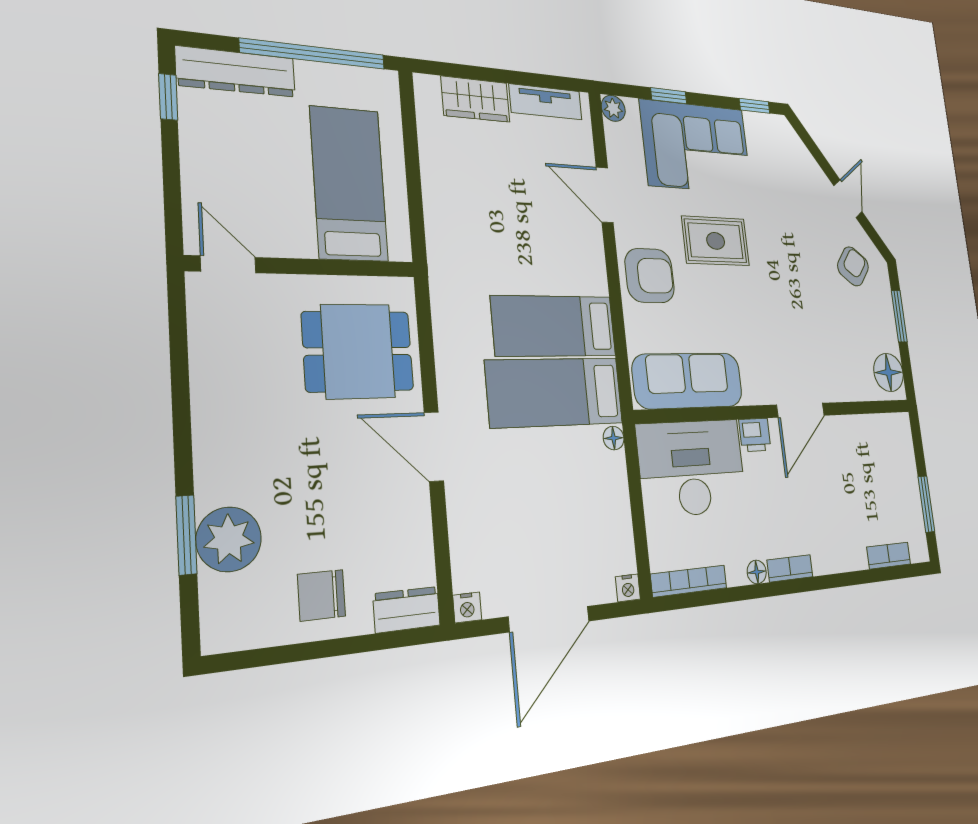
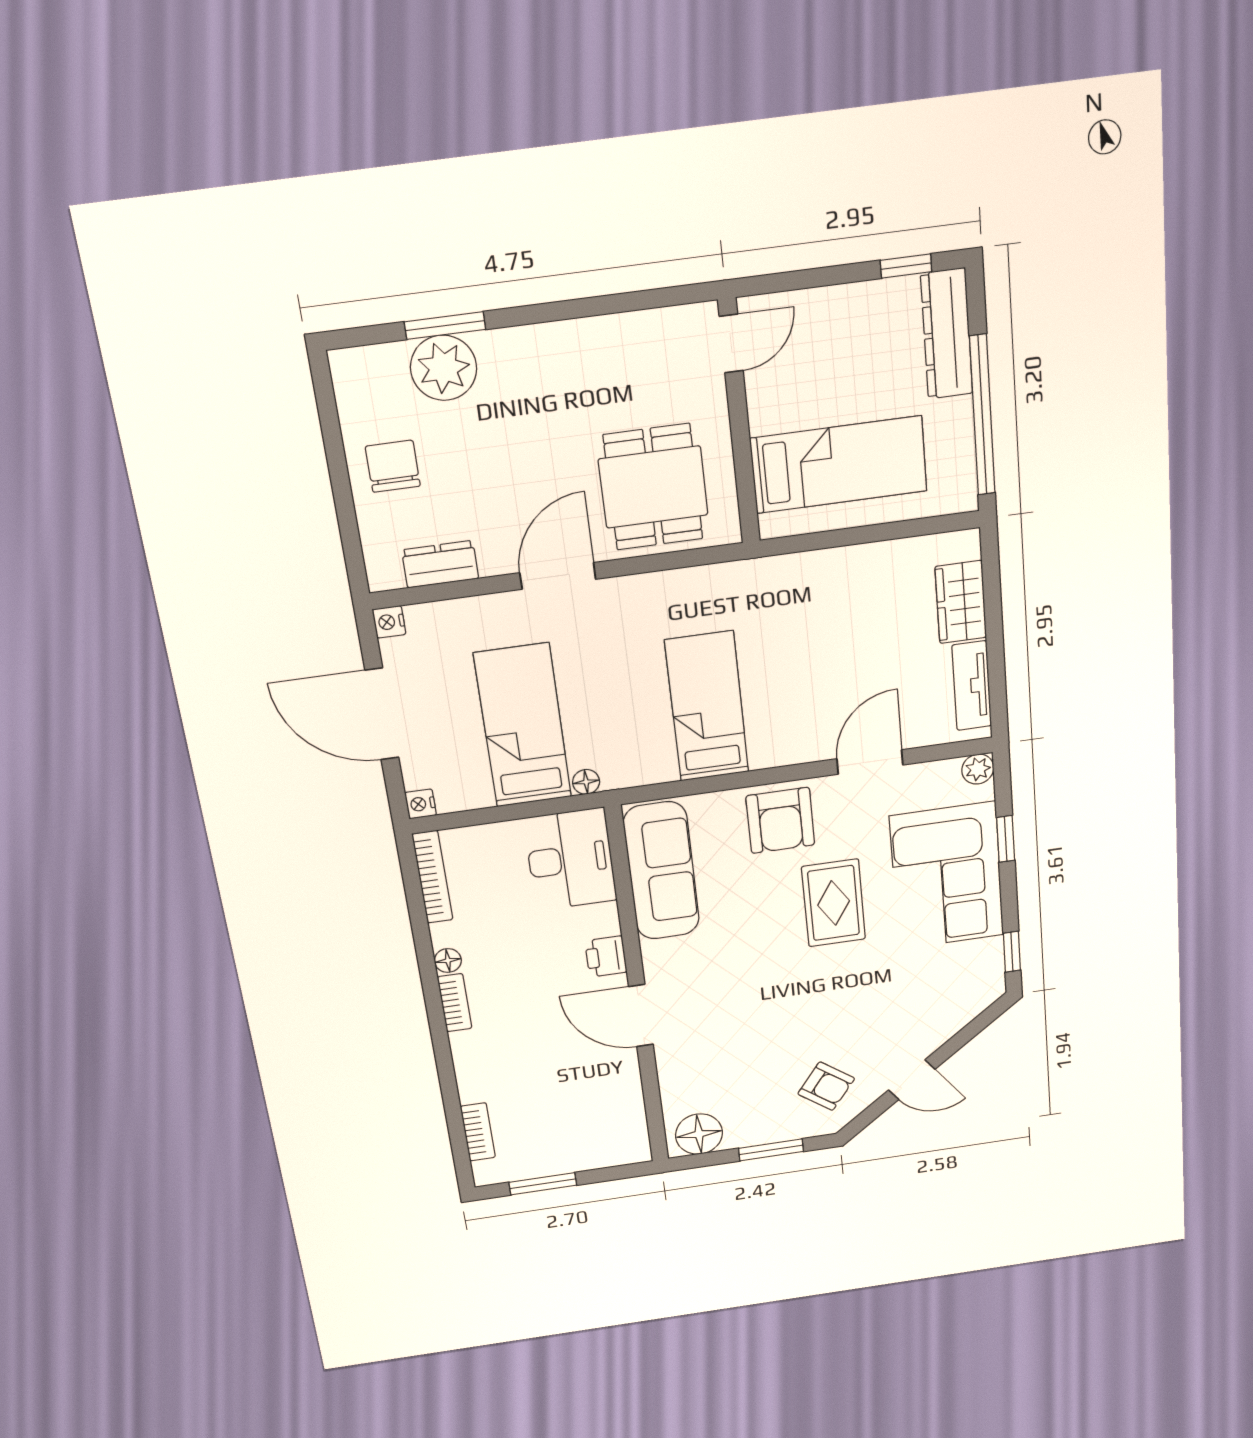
bed: (555, 392) -> (523, 726), moved
desk: (692, 468) -> (570, 859), width x0.73, depth x0.77
dresser: (407, 610) -> (440, 564), moved, turned -90

